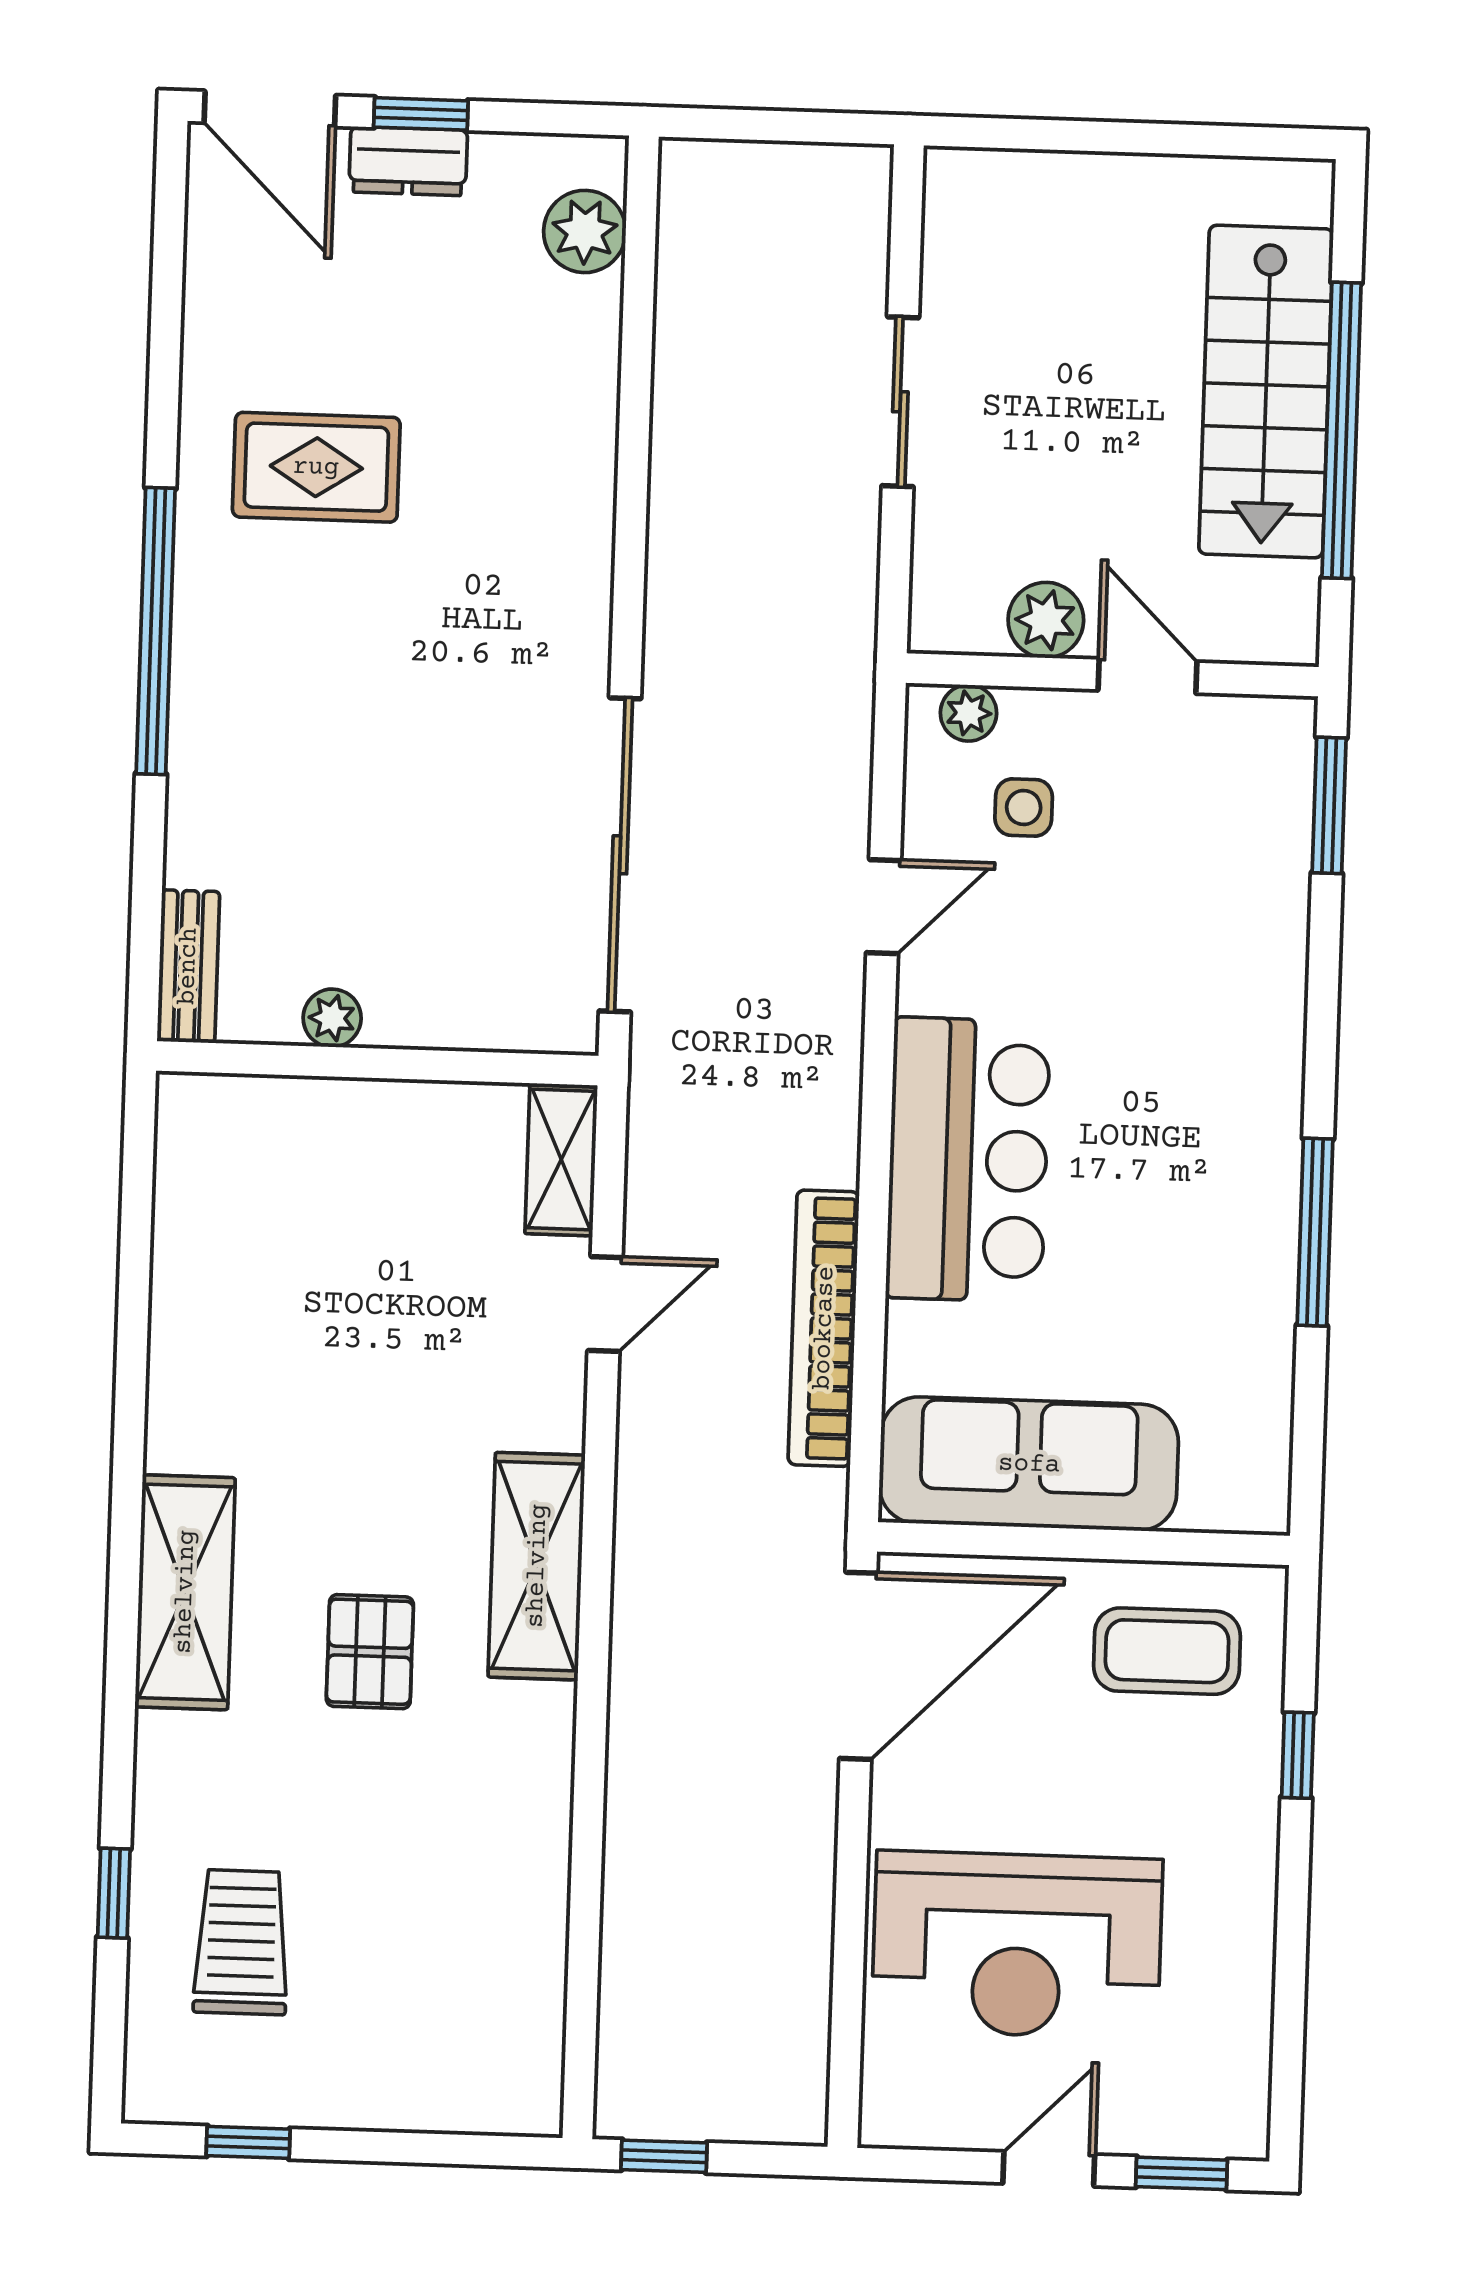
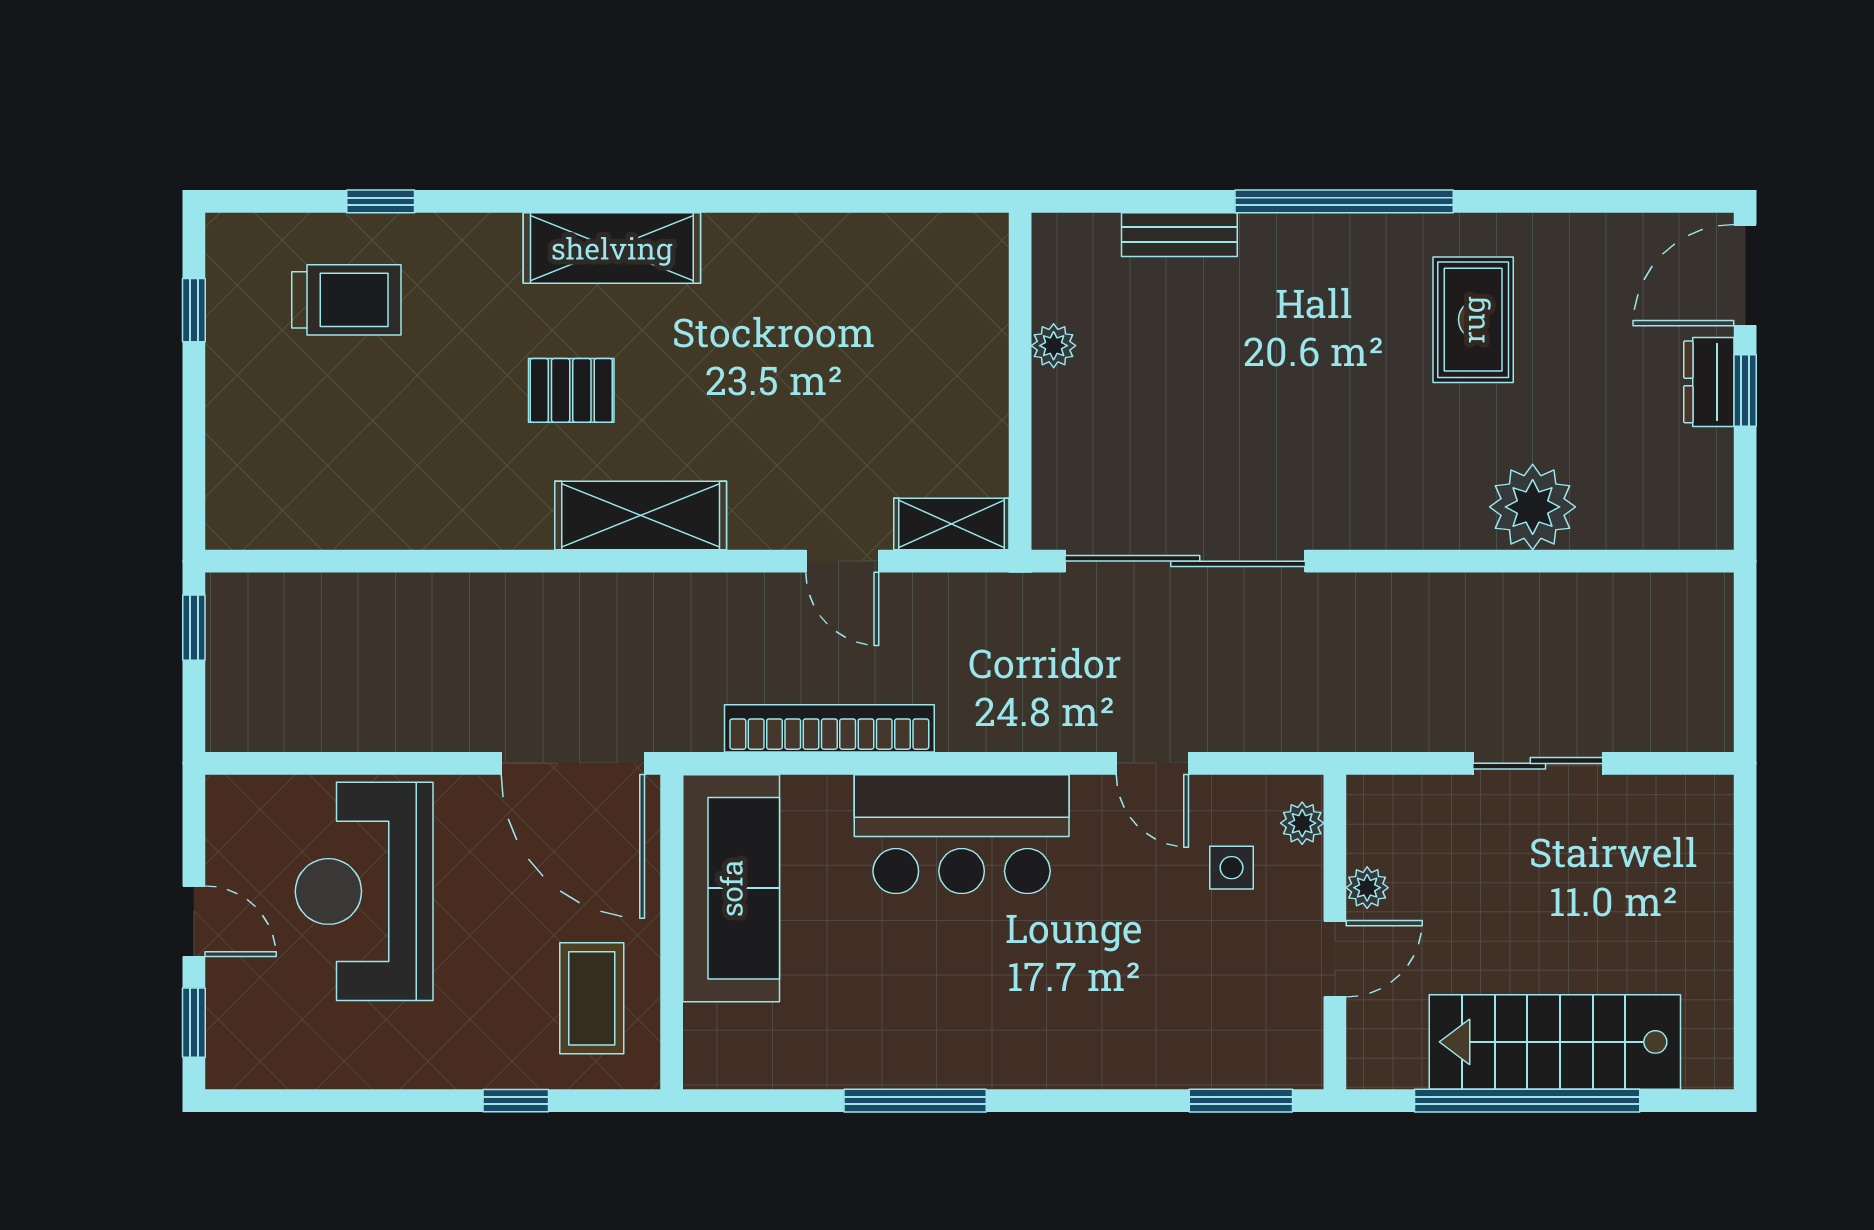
plant: (585, 231) -> (1533, 507), moved, width x1.36, depth x1.36
plant: (1046, 620) -> (1367, 888), width x0.73, depth x0.73
bench: (188, 966) -> (1179, 235), moved

